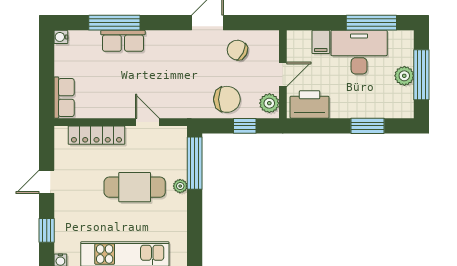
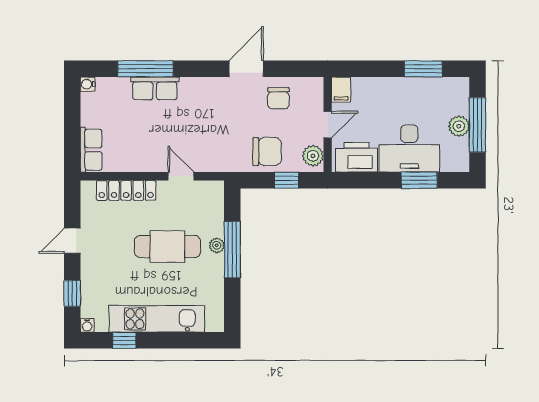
window: (371, 23) -> (423, 69), width x0.69
filing cabinet: (321, 42) -> (341, 90), moved
chair: (237, 50) -> (278, 98), turned -116
desk: (359, 52) -> (409, 148), moved, turned 180
window: (195, 163) -> (232, 250), moved

